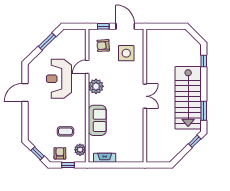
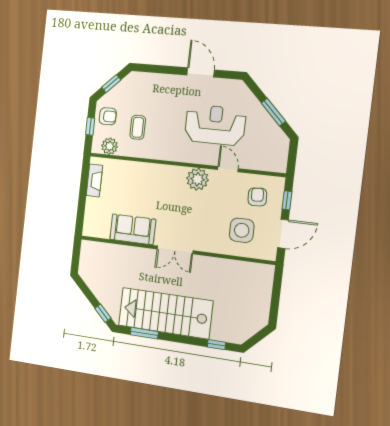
sofa: (97, 120) -> (133, 229), moved, turned 180

